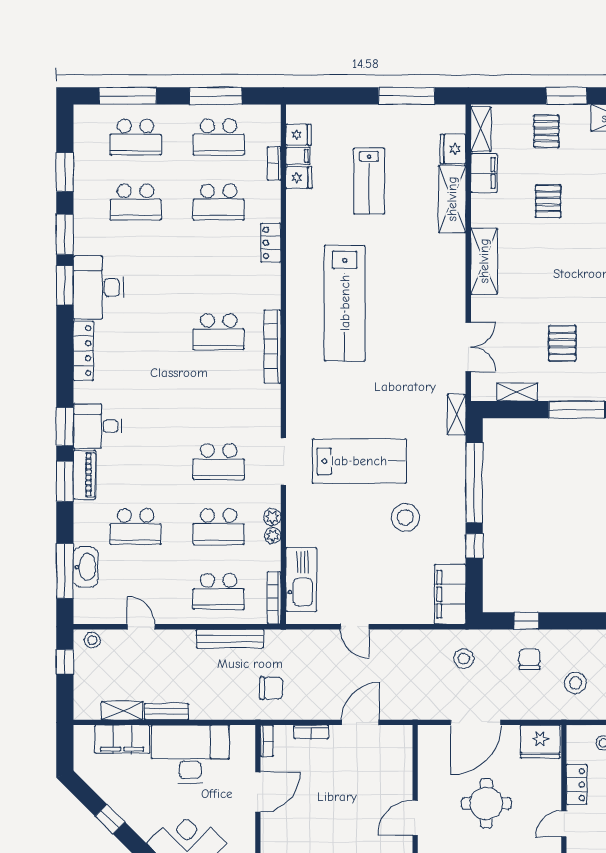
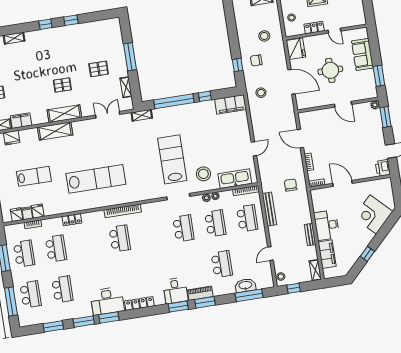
shelving: (452, 199) -> (55, 131), moved
pallet: (548, 201) -> (62, 85), moved
stool: (405, 518) -> (203, 174), moved
shelving: (122, 711) -> (315, 270), moved
desk: (190, 754) -> (327, 225), width x0.73, depth x0.77

